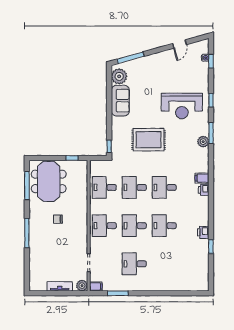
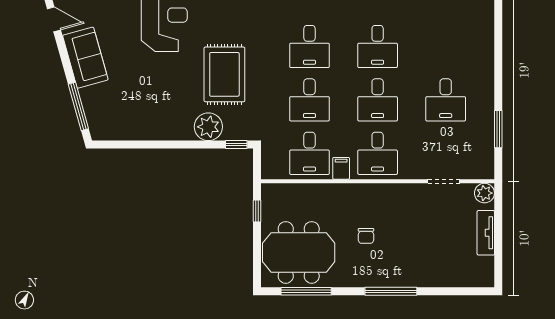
plant: (119, 76) -> (208, 127), moved
sofa: (120, 101) -> (85, 58), moved, turned 74
filing cabinet: (96, 287) -> (341, 168), moved

